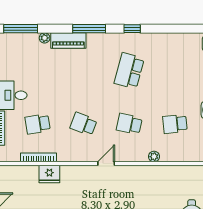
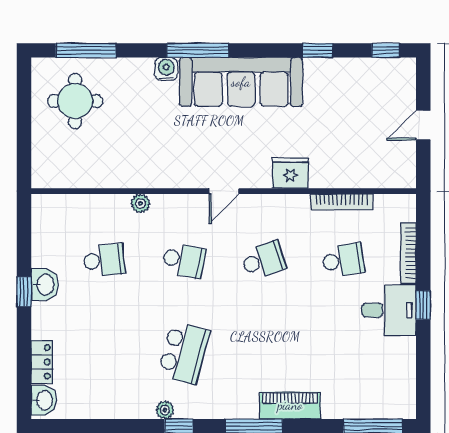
plant: (45, 38) -> (165, 410), moved
school desk: (83, 124) -> (263, 260), turned -39
fridge: (49, 174) -> (290, 173), moved

